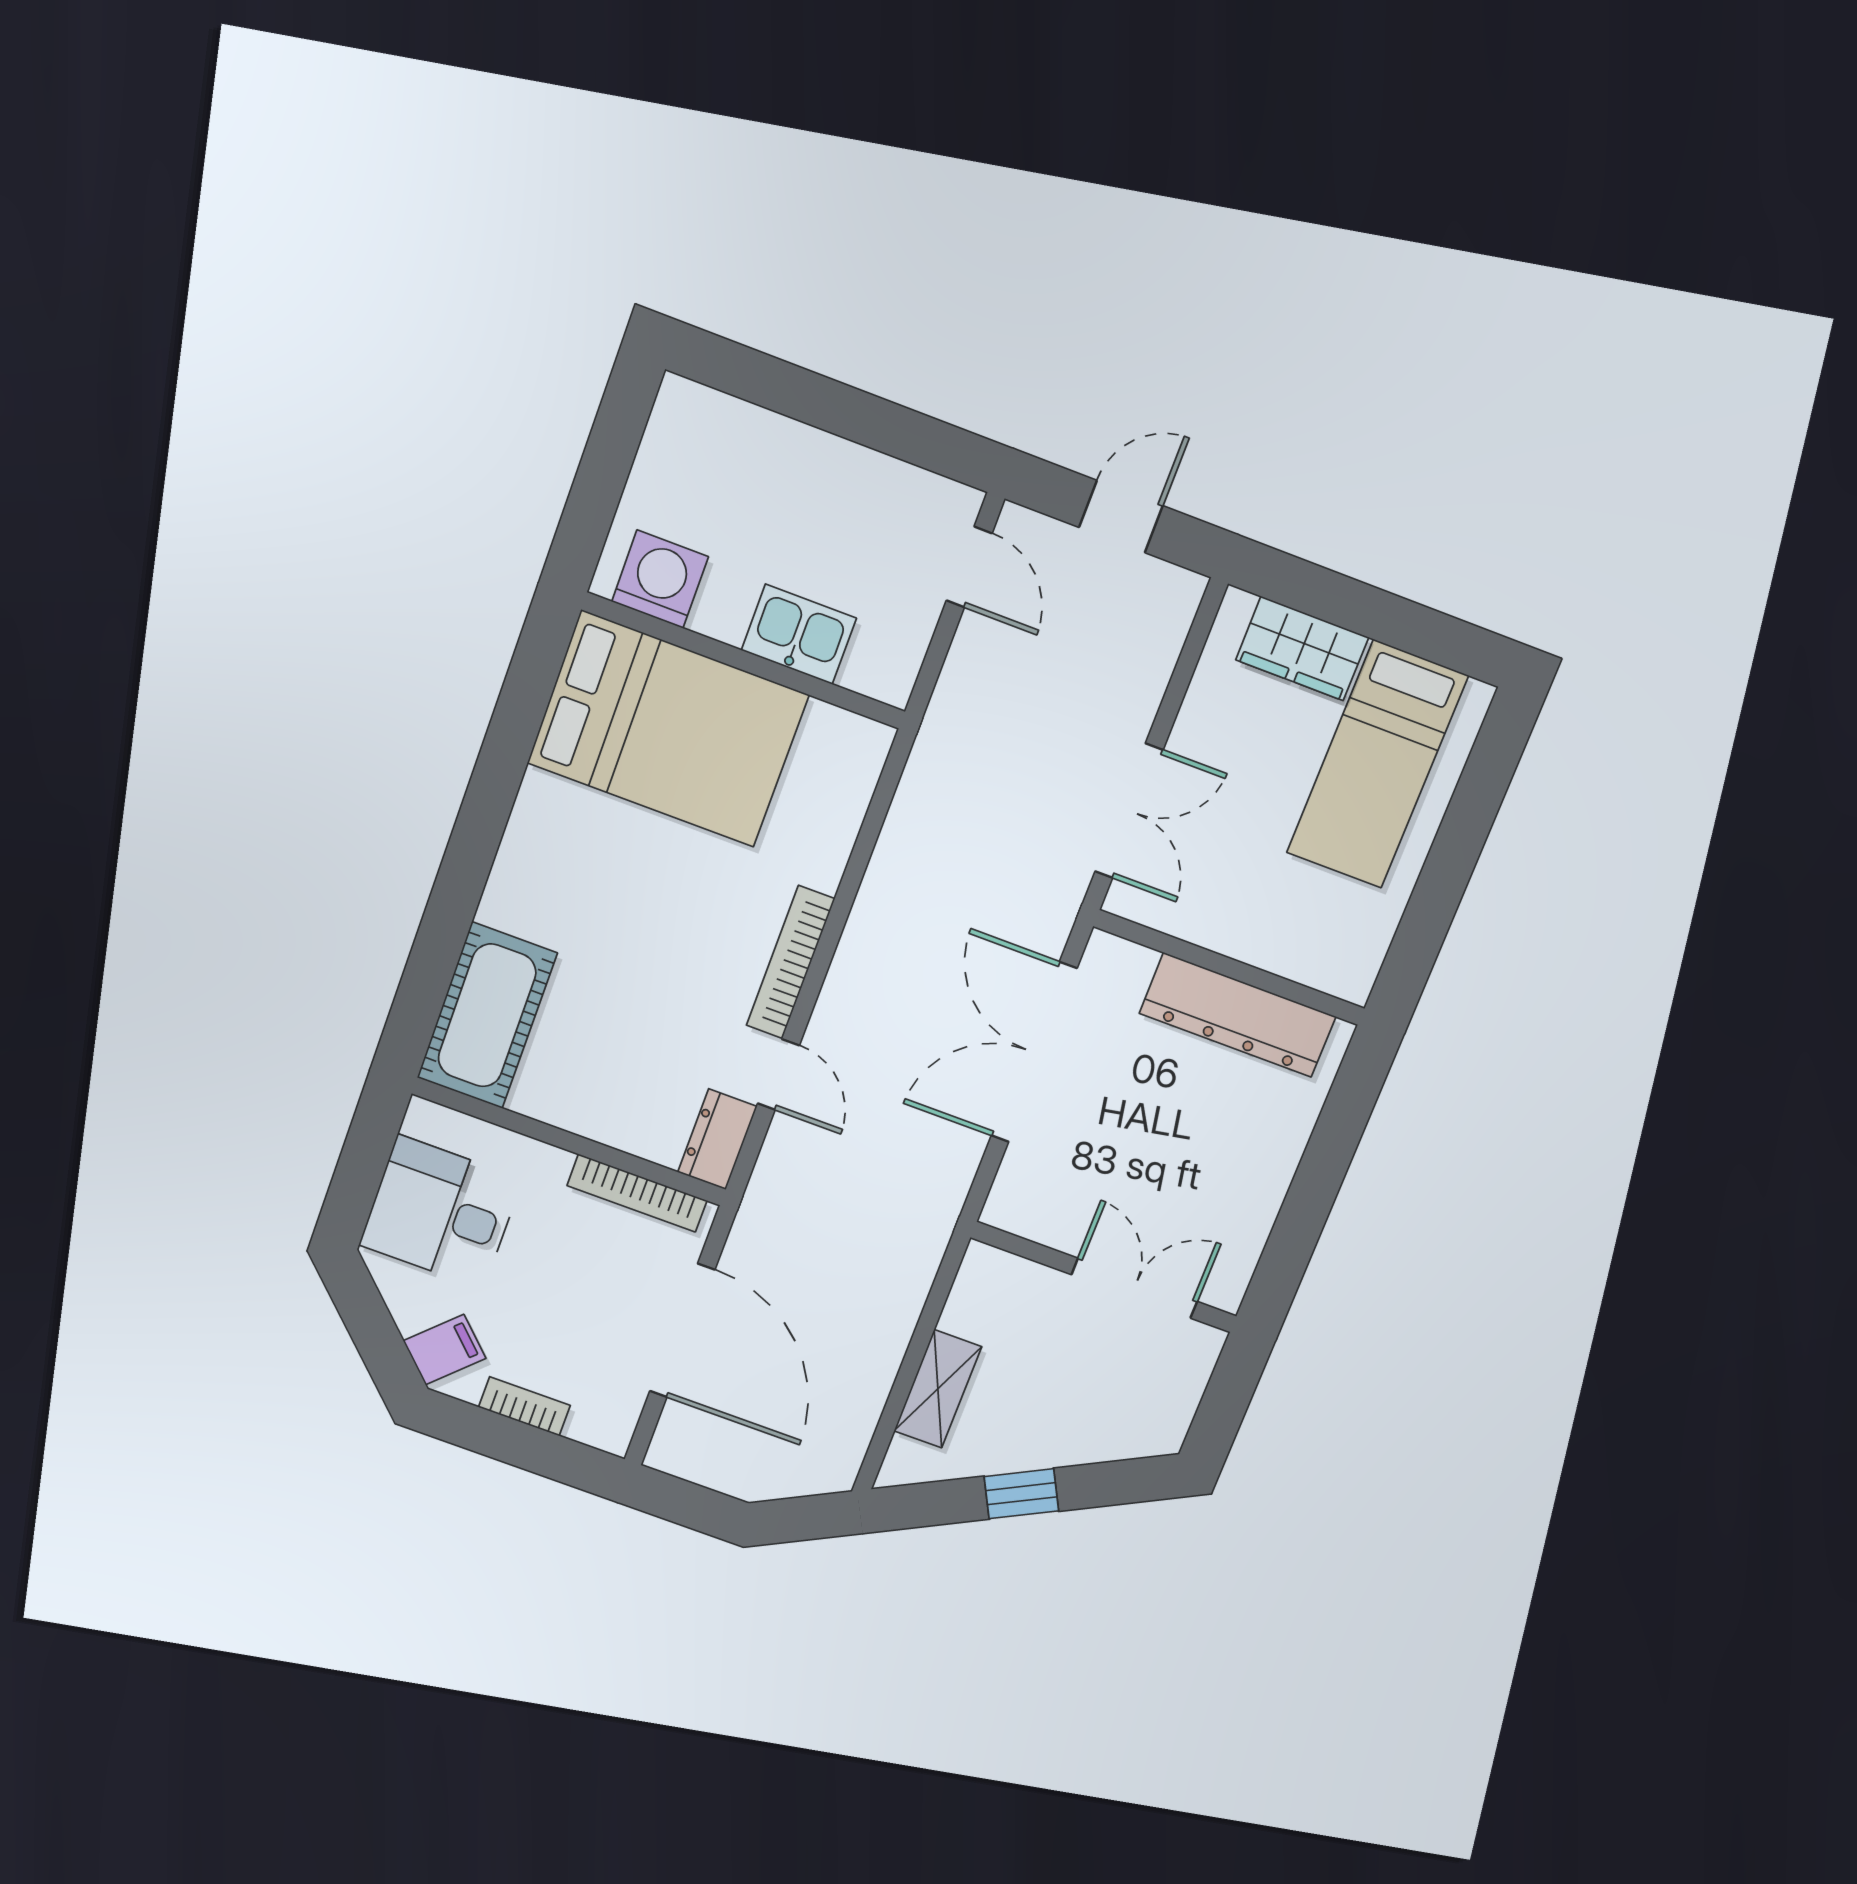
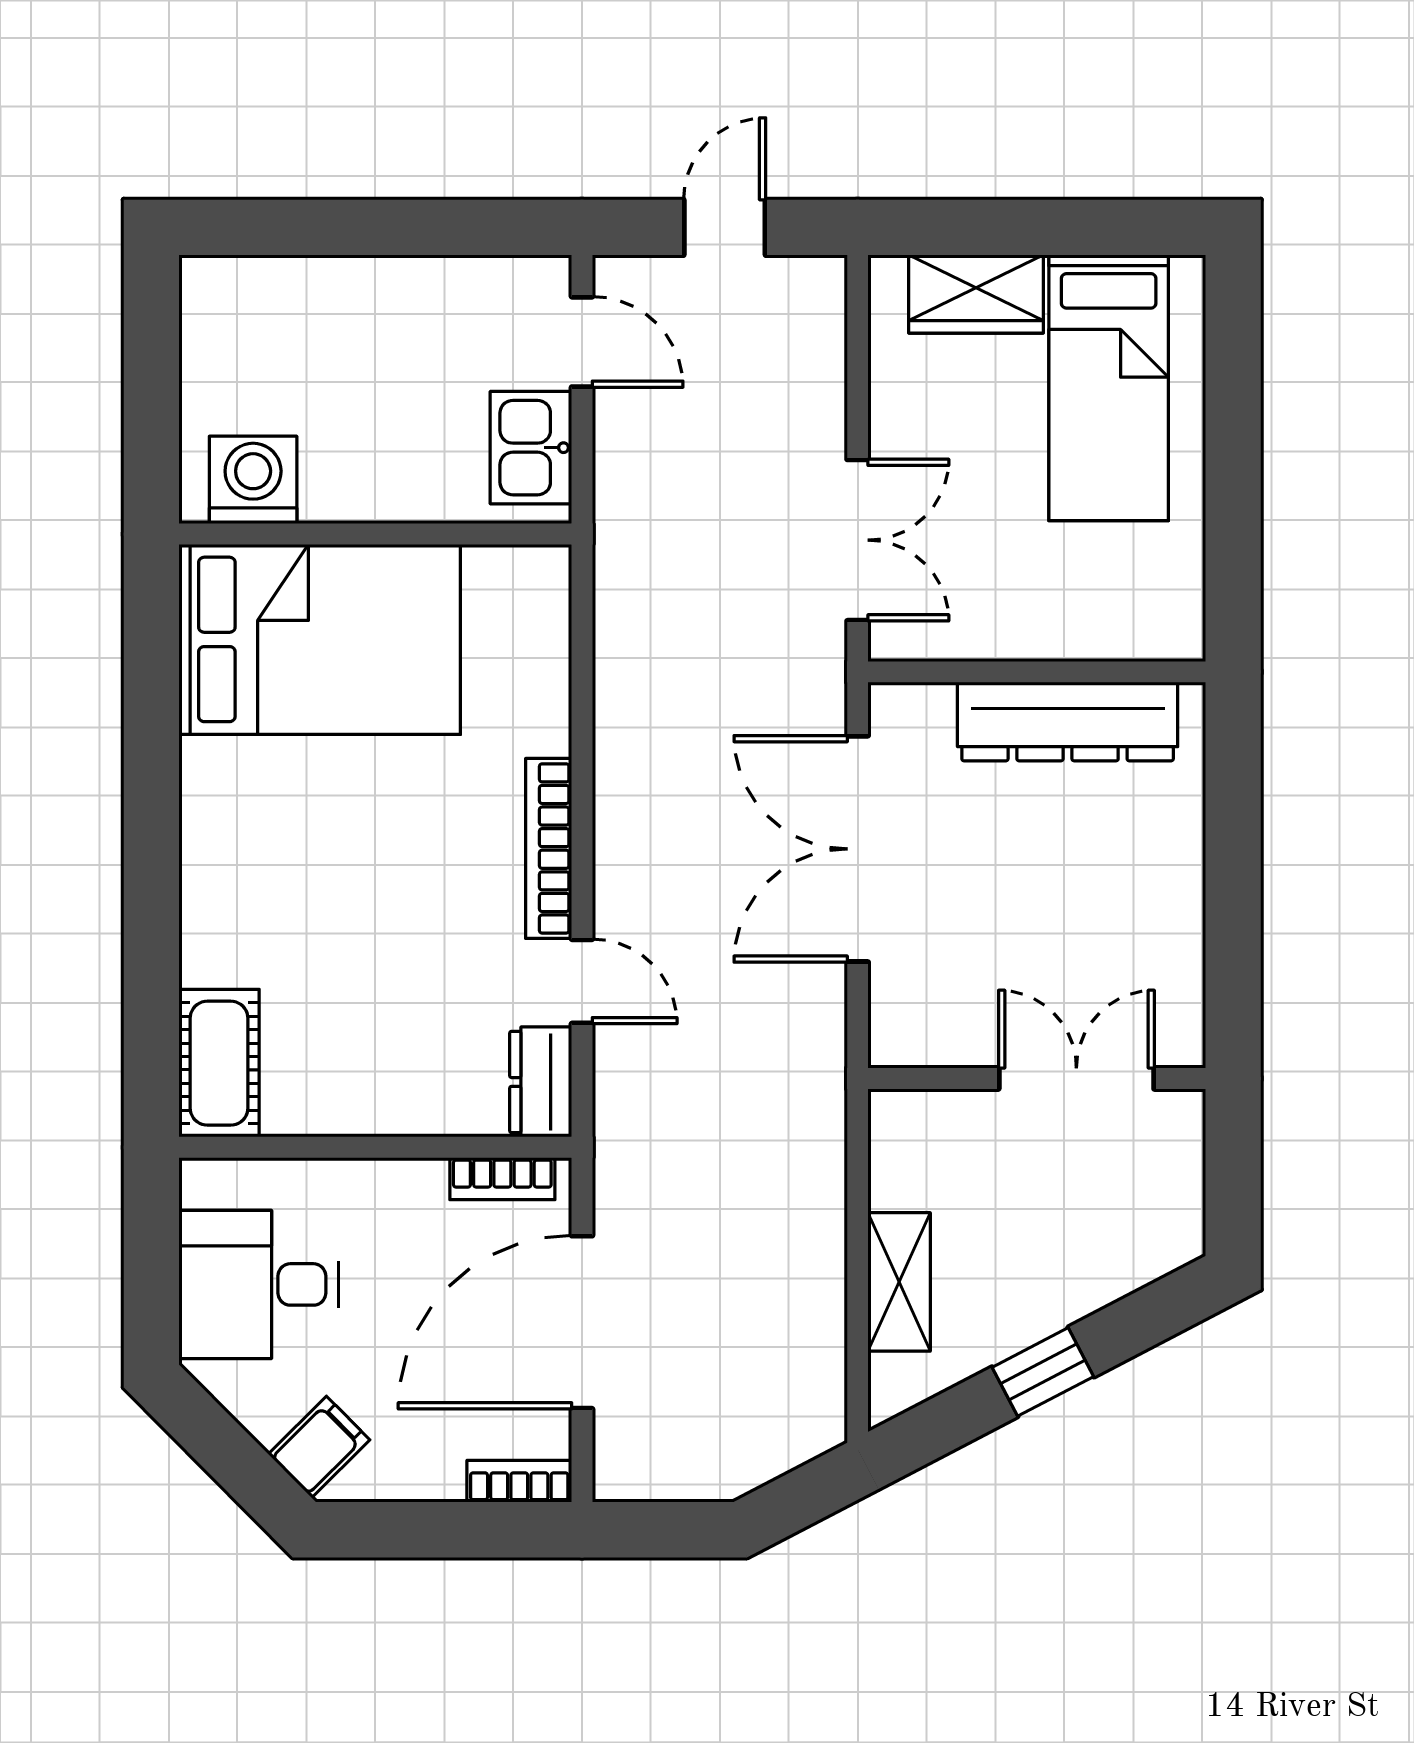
kitchen sink: (799, 634) -> (531, 448), moved, turned -90
cot: (487, 1015) -> (219, 1063), width x0.73, depth x0.75
bookcase: (637, 1193) -> (502, 1179), width x0.64
door: (682, 1331) -> (582, 1322), swing flipped
bookcase: (524, 1406) -> (519, 1481), moved

